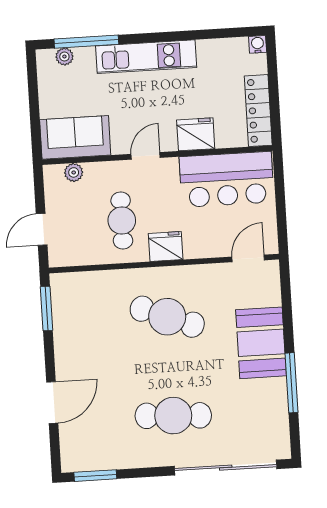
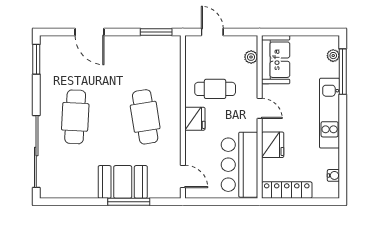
water cooler: (258, 44) -> (333, 175), moved
cafe table: (167, 317) -> (145, 117), turned -30
window: (291, 383) -> (129, 202), moved

